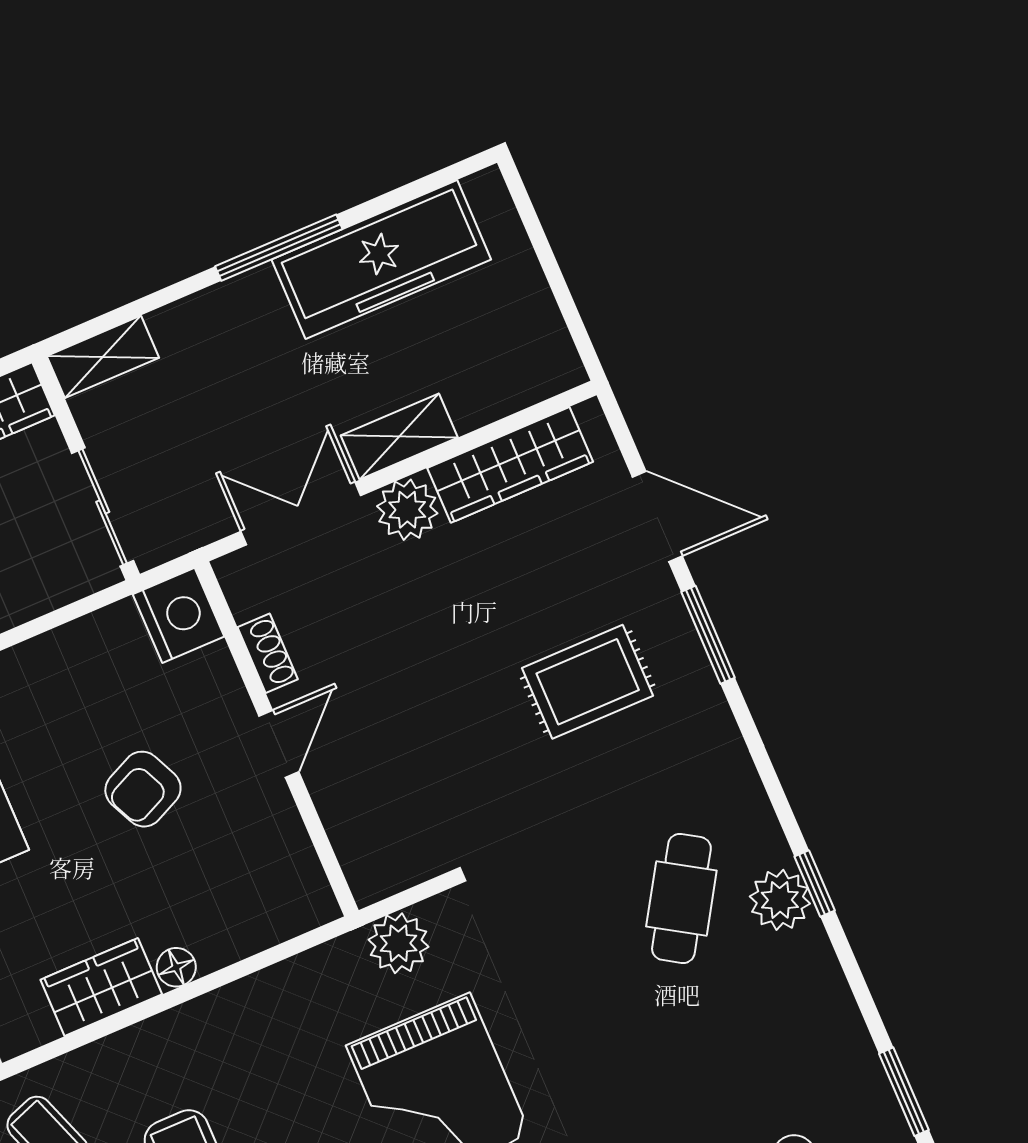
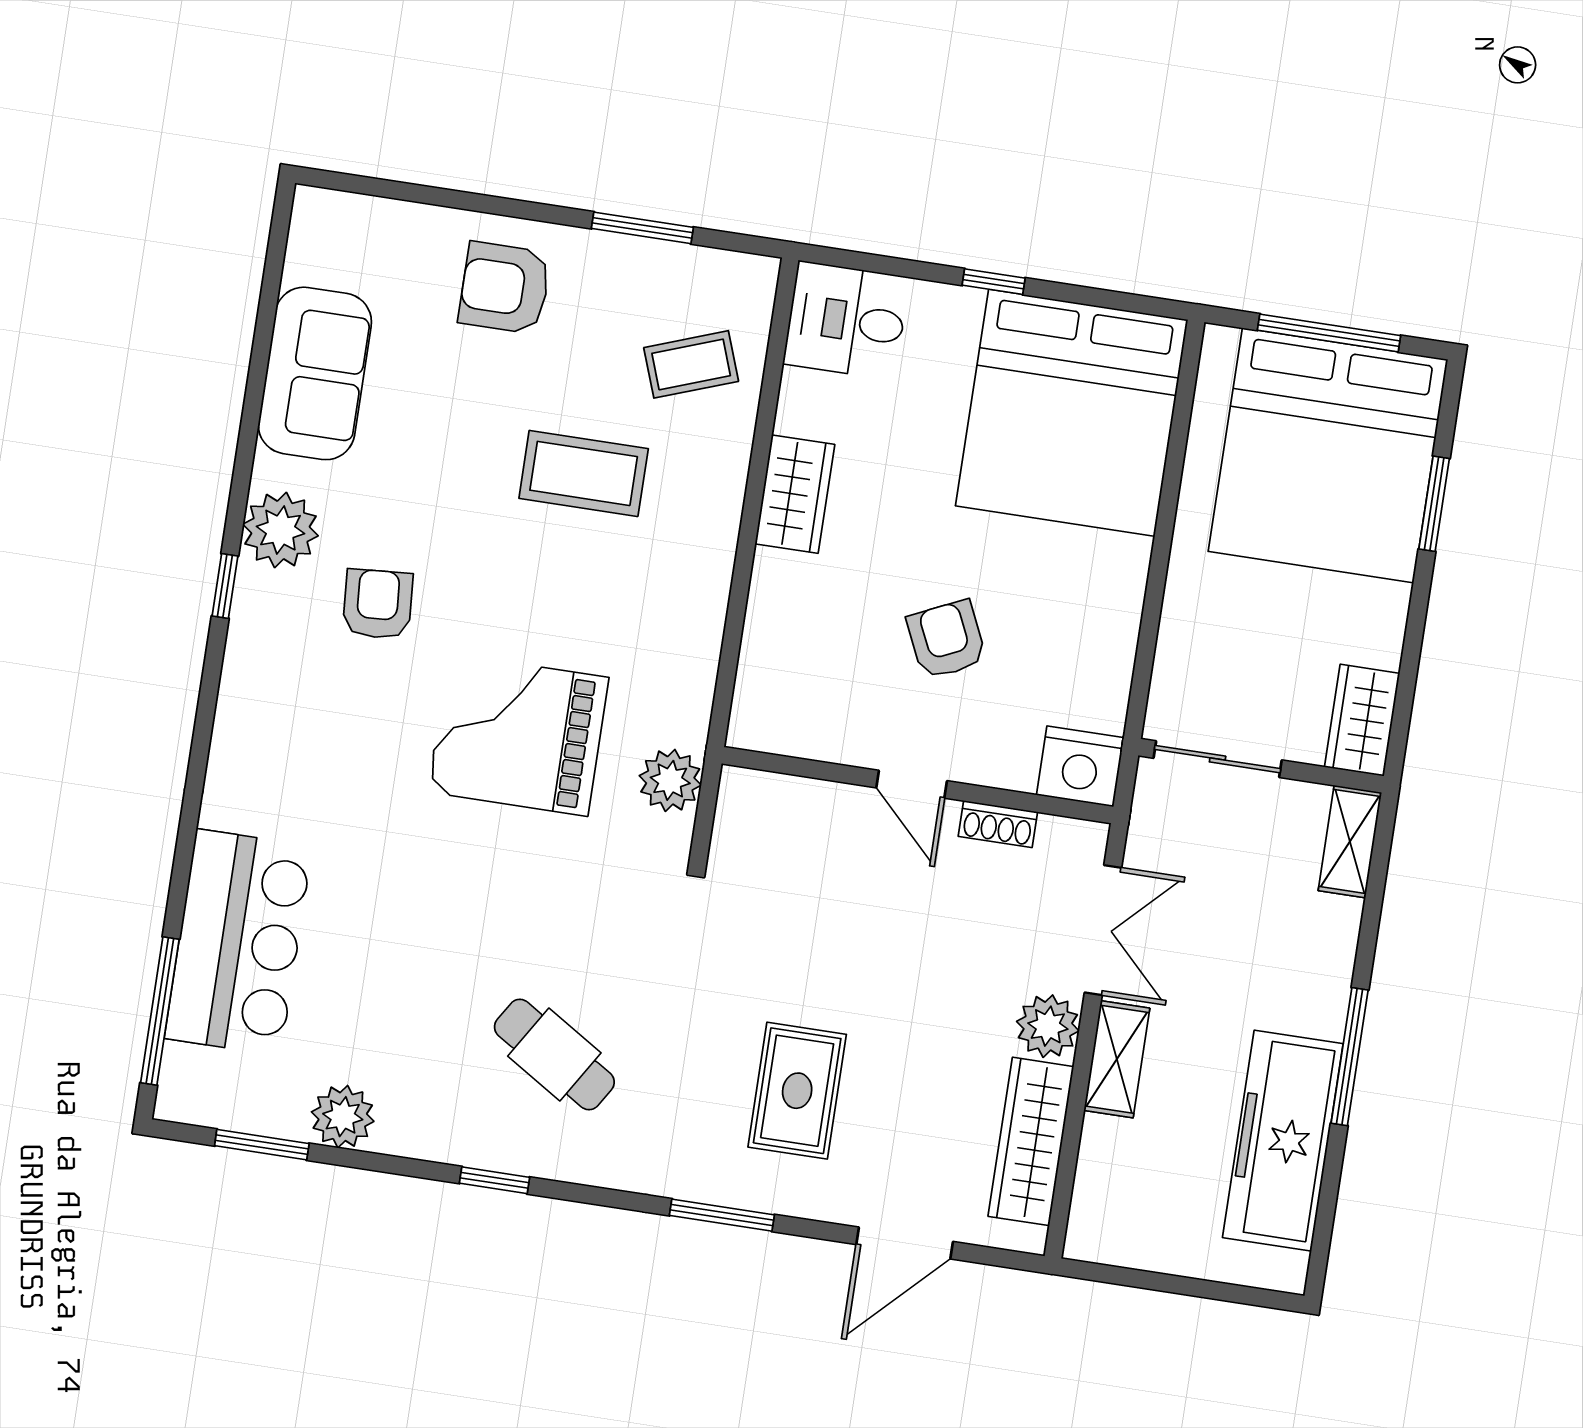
window: (708, 635) -> (722, 1215), moved
plant: (780, 900) -> (343, 1117), moved
floor lamp: (176, 967) -> (771, 571), removed

